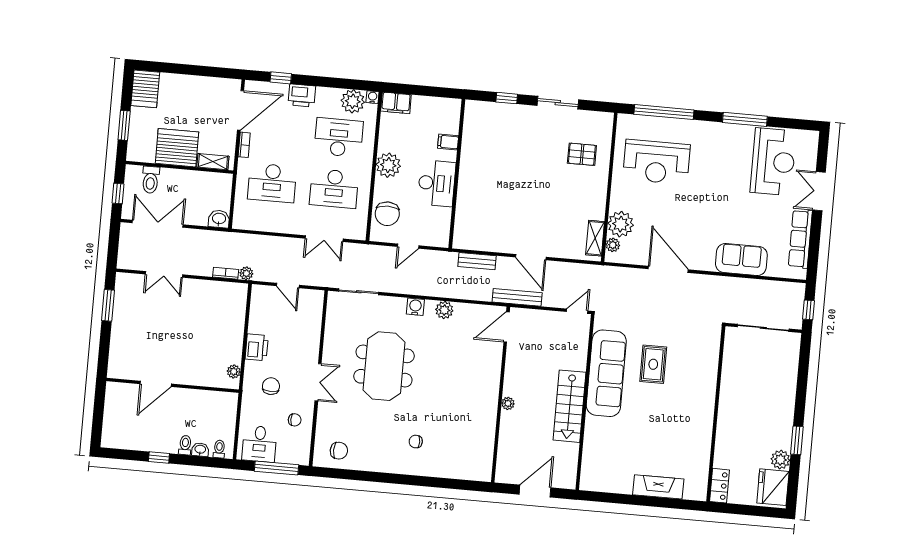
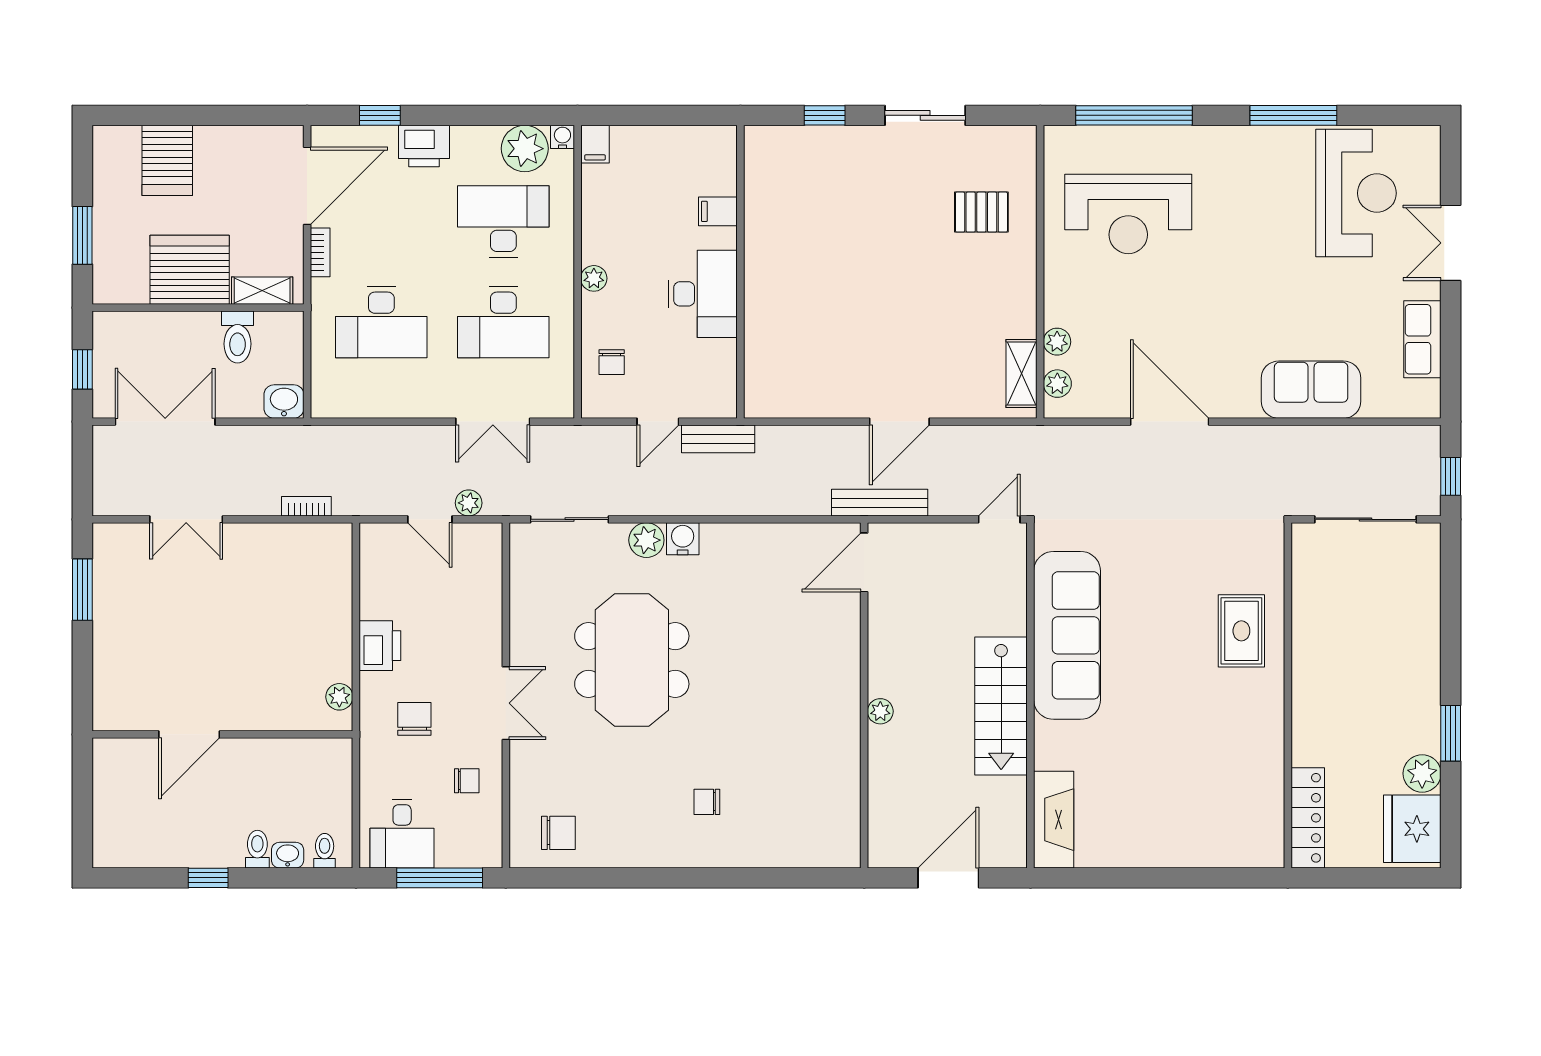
server rack: (145, 89) -> (167, 160), moved
filing cabinet: (396, 103) -> (595, 144), width x0.50
plant: (388, 165) -> (594, 278), width x0.53, depth x0.53
toilet: (151, 180) -> (238, 337), moved
chair: (387, 214) -> (612, 362), width x0.54, depth x0.54
plant: (621, 224) -> (1057, 342), width x0.53, depth x0.53
row of seats: (800, 239) -> (1422, 339), width x0.68
door: (531, 257) -> (899, 422), hinge flipped
bench: (477, 261) -> (718, 439), moved
plant: (246, 273) -> (469, 503), moved
plant: (444, 310) -> (646, 540), moved
rug: (653, 364) -> (1241, 631), moved
locker: (720, 486) -> (1308, 818), width x1.53
fireplace: (658, 487) -> (1054, 820), moved, turned 90

